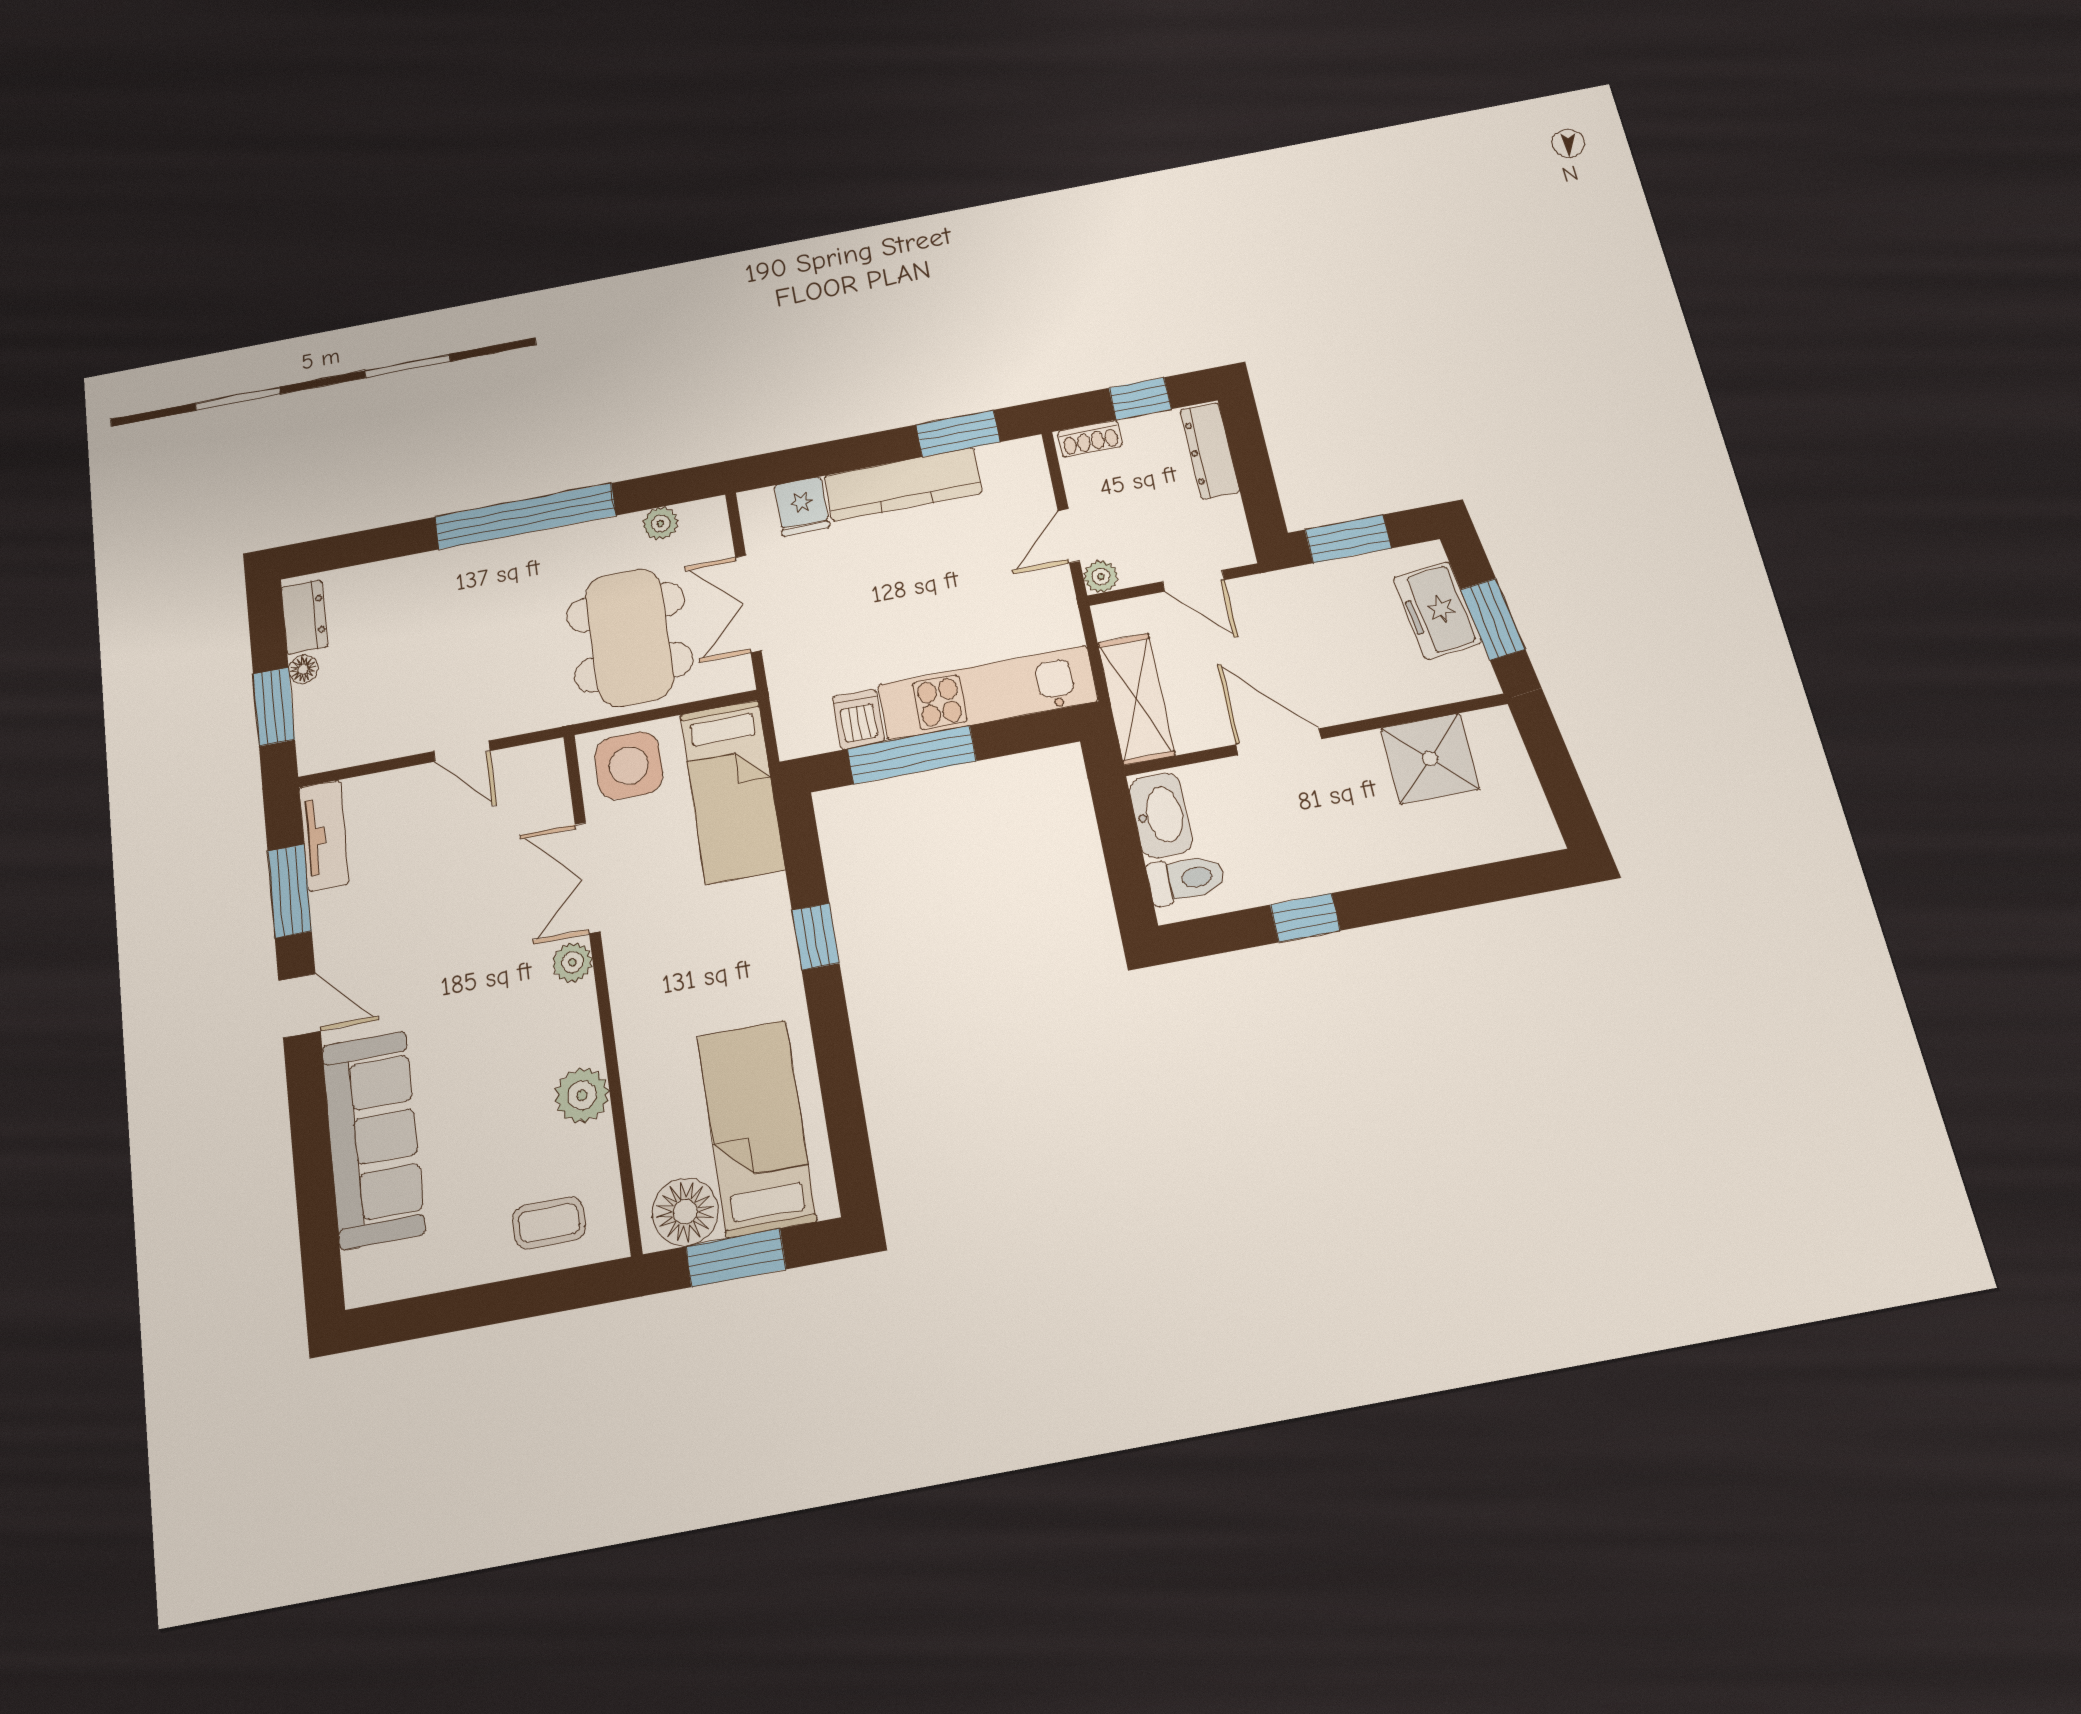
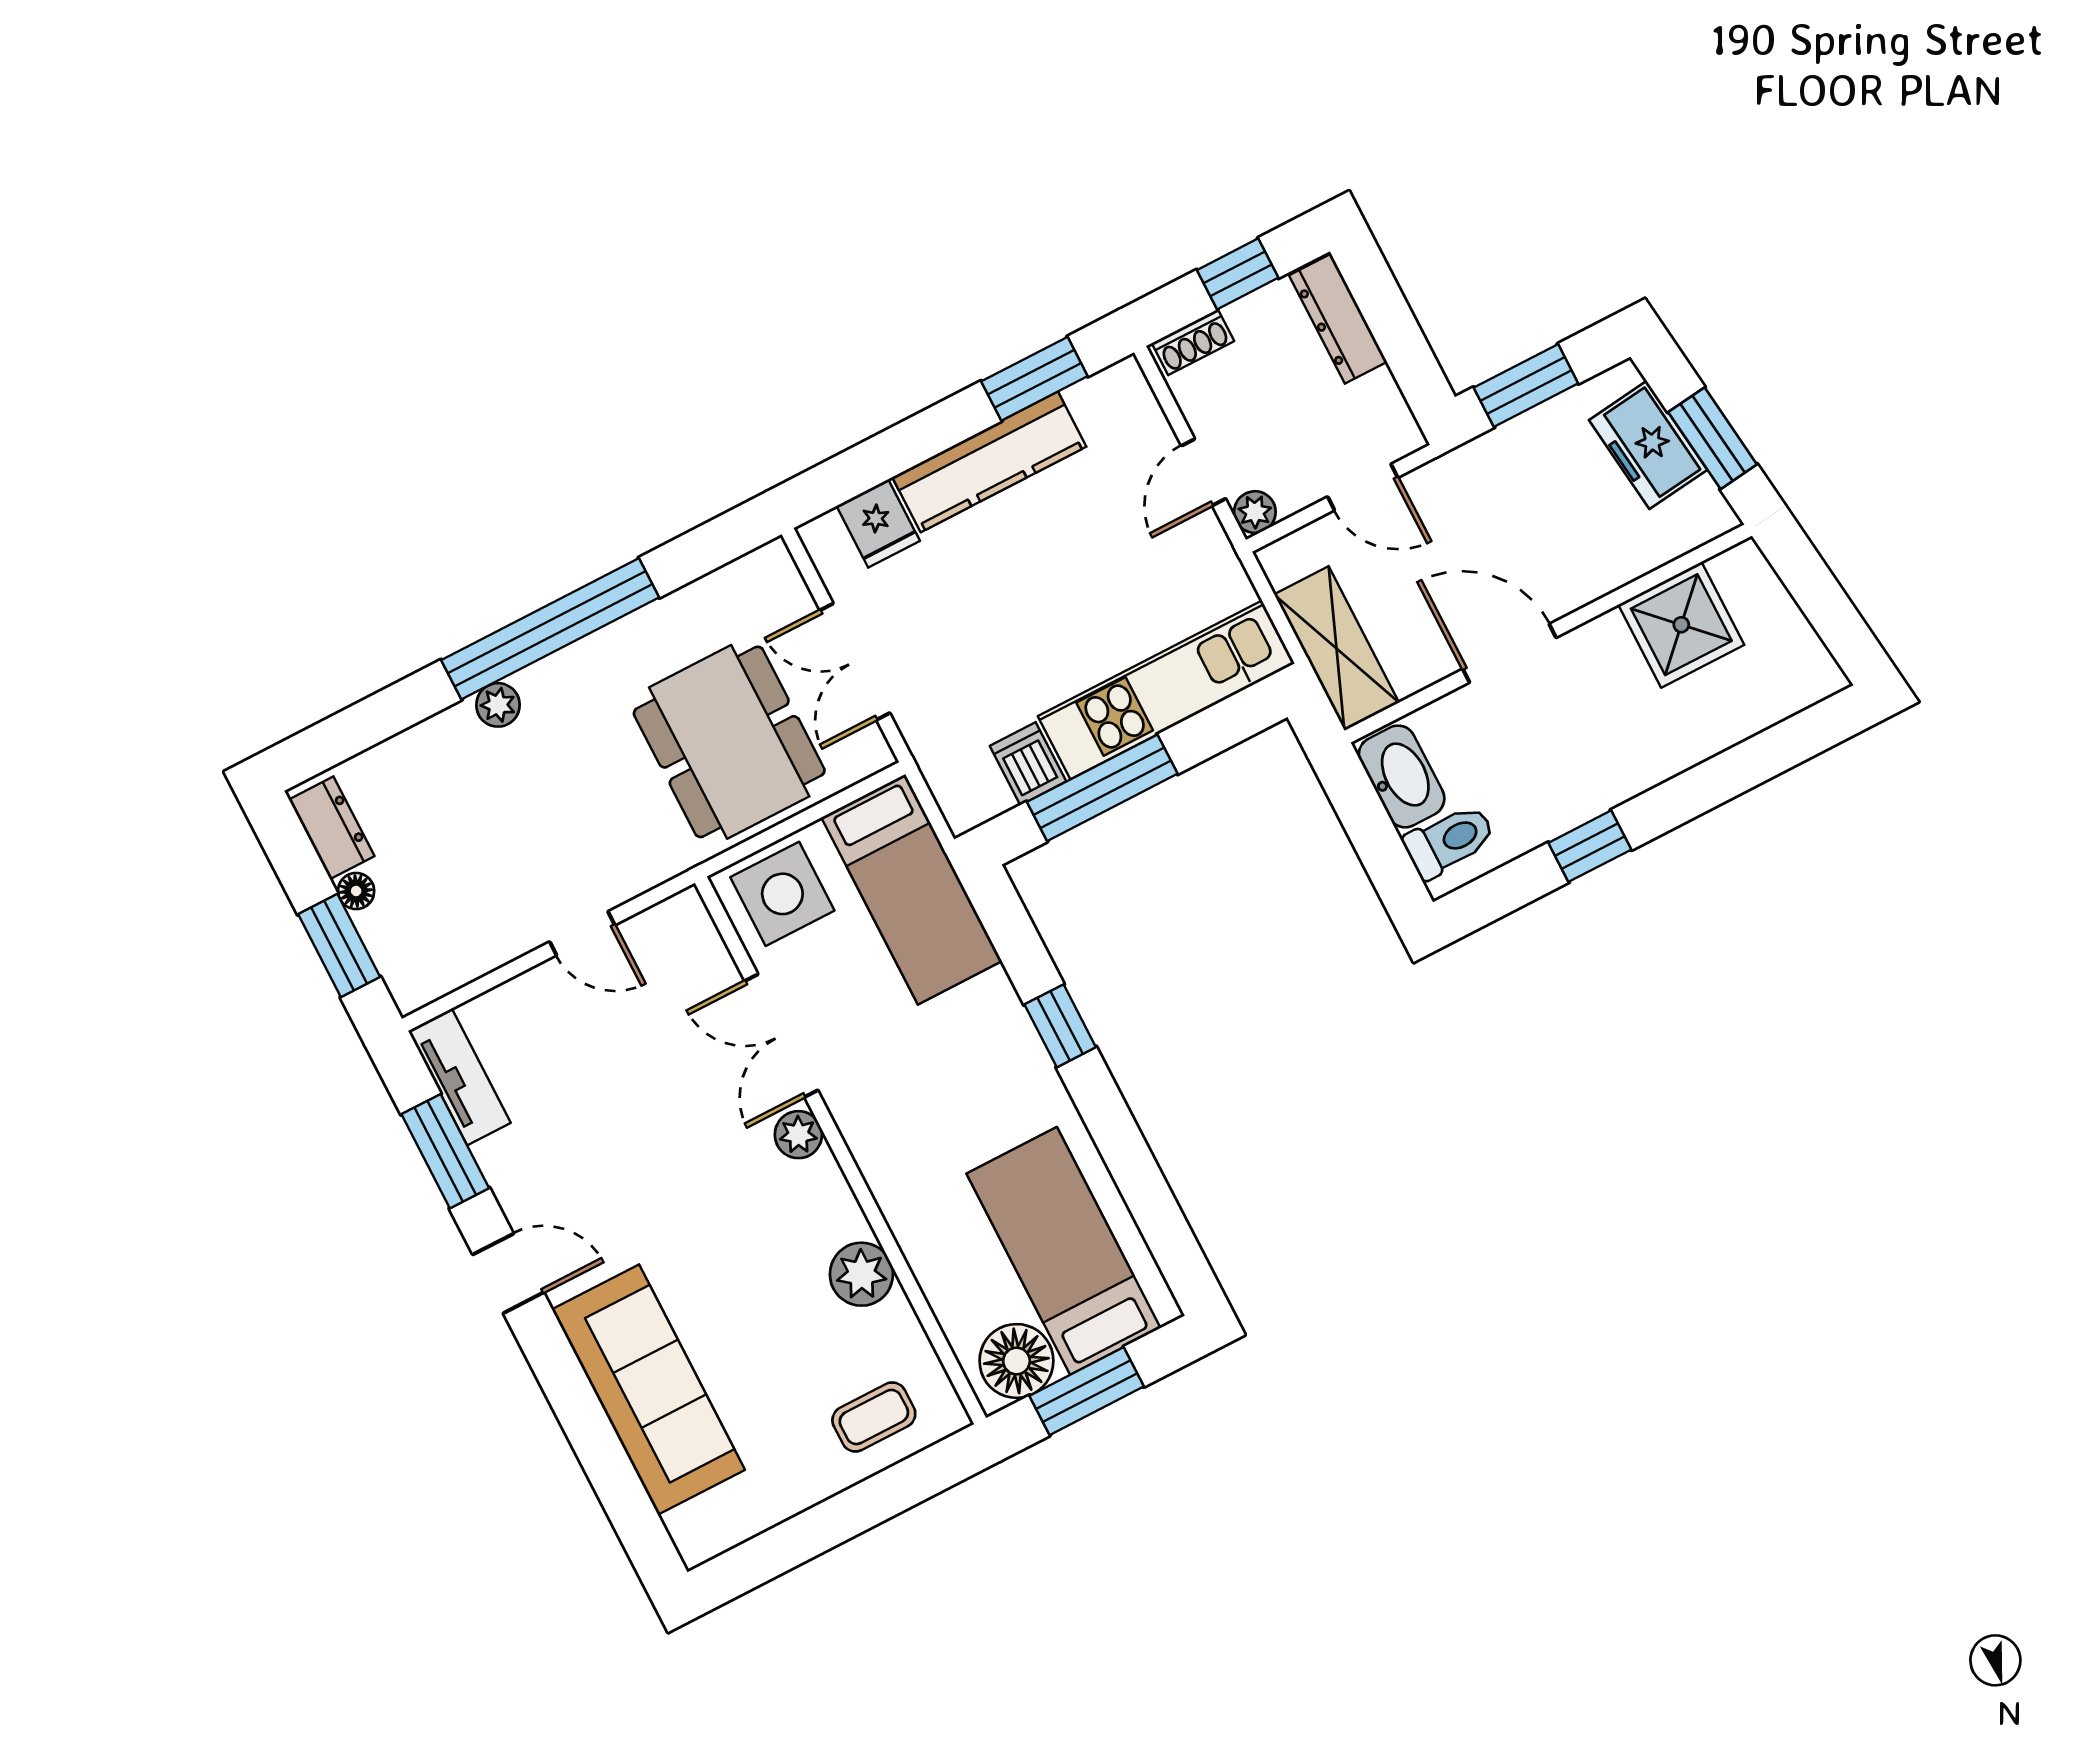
plant: (660, 524) -> (498, 705), moved

